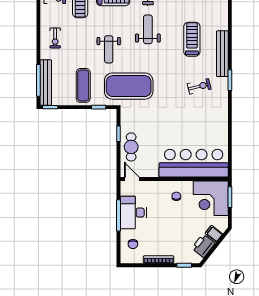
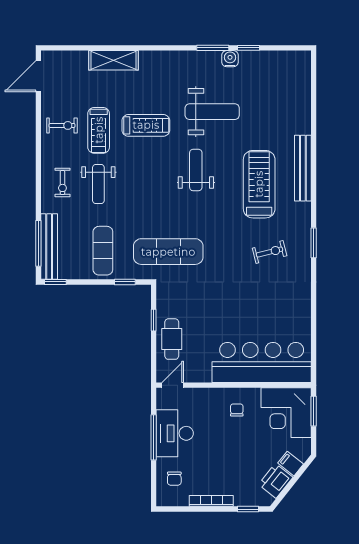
treadmill: (192, 39) -> (259, 184), width x1.37, depth x1.38
weight bench: (109, 49) -> (98, 184), moved
bench: (222, 54) -> (303, 168), moved
exercise mat: (129, 86) -> (168, 252), width x0.68
door: (132, 179) -> (173, 385), hinge flipped

